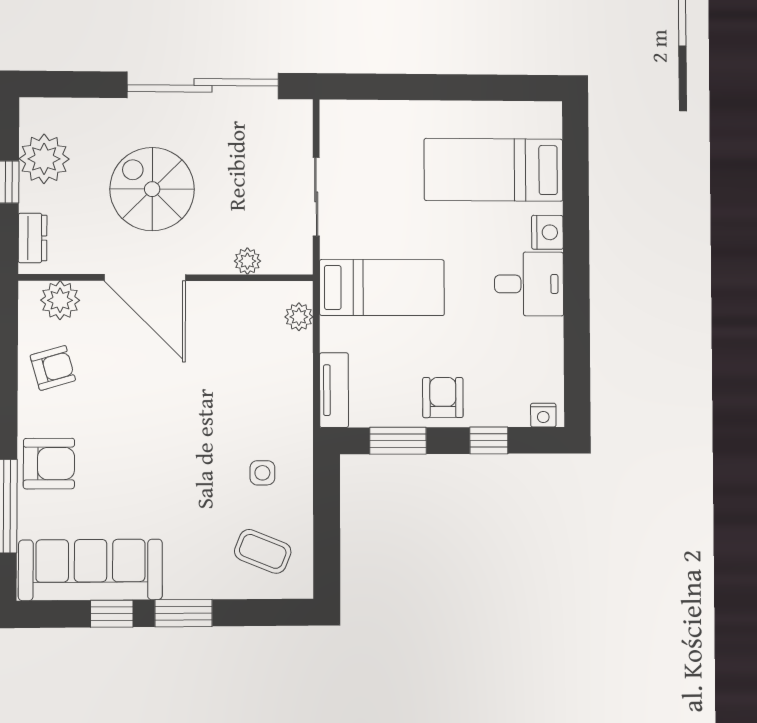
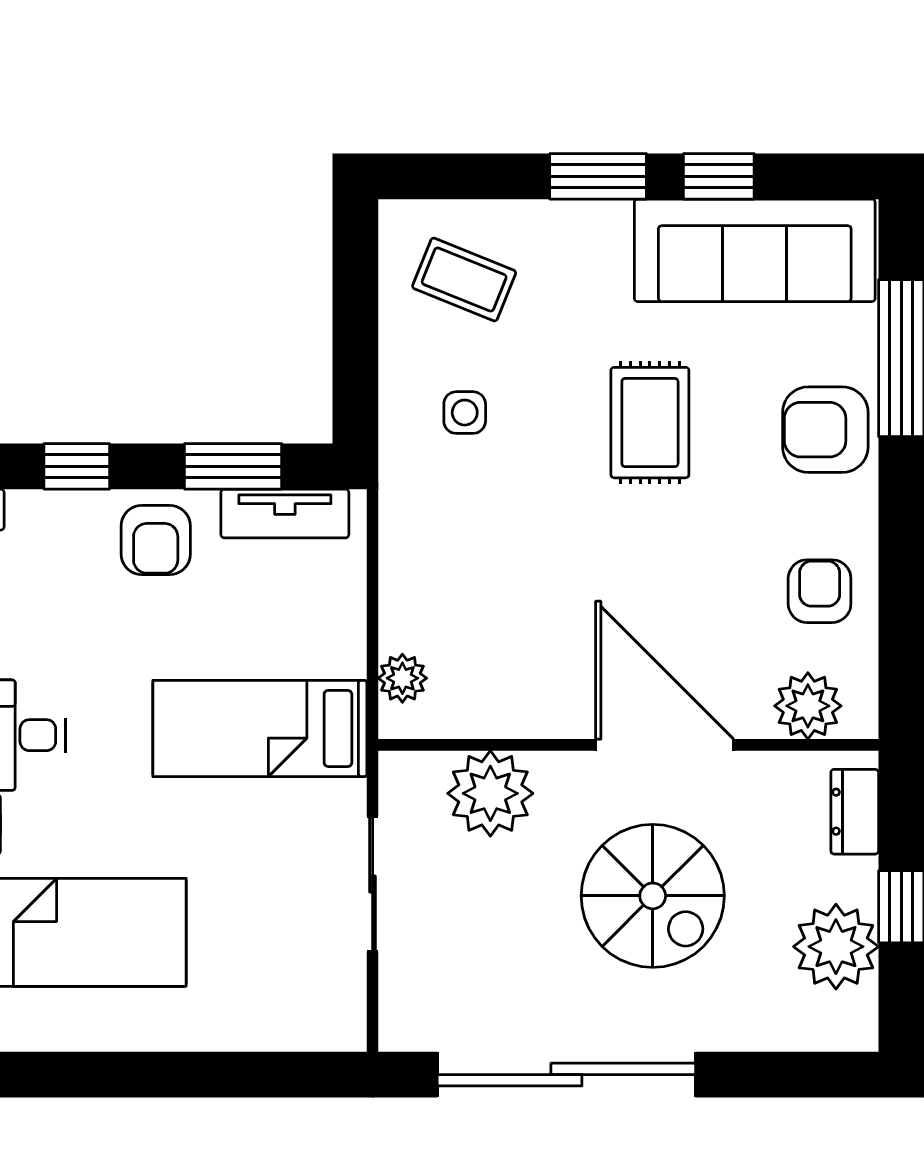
plant: (247, 261) -> (490, 793), width x1.87, depth x1.87
armchair: (53, 368) -> (820, 591), turned 106
tv unit: (334, 390) -> (285, 513), moved, turned -90
rug: (153, 467) -> (650, 423), added

